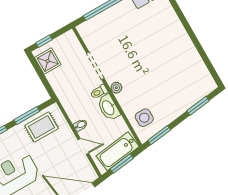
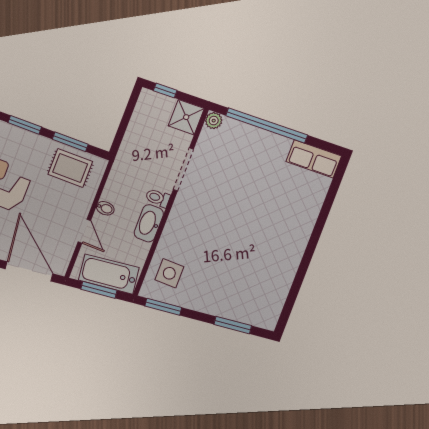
shower: (48, 61) -> (186, 117), moved
plant: (116, 88) -> (214, 121), moved

